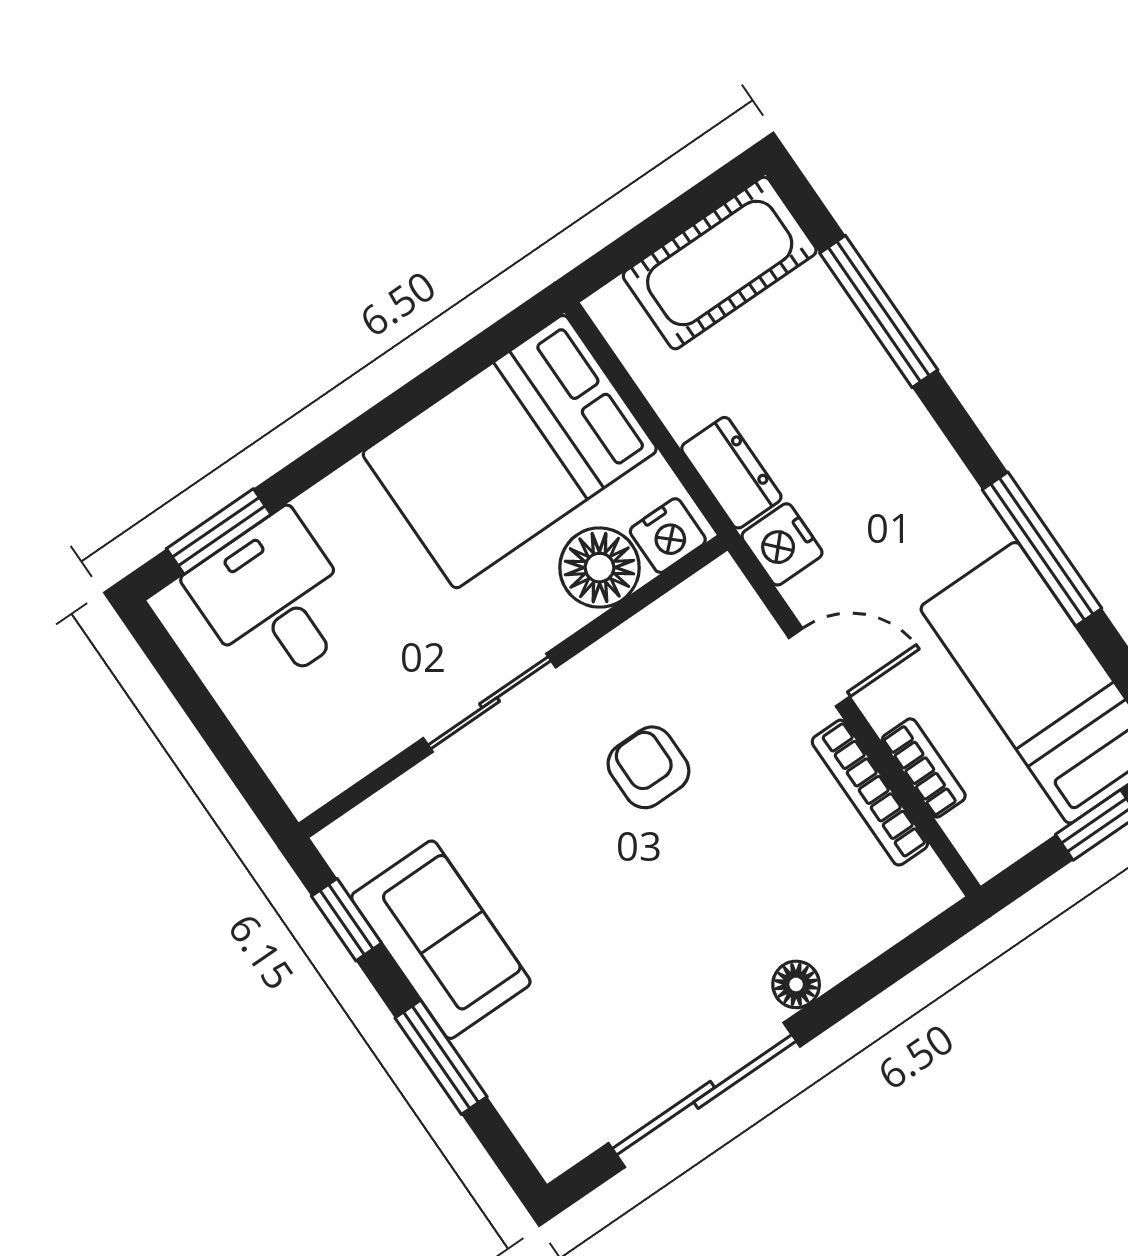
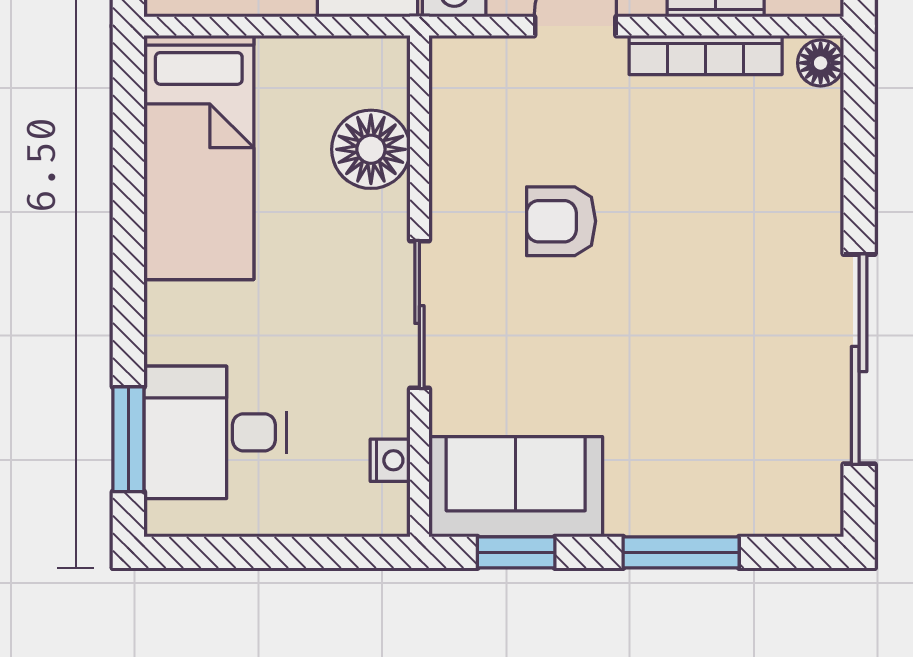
bed: (510, 452) -> (199, 157), width x0.67
nightstand: (668, 536) -> (390, 460), moved, width x0.72, depth x0.74
sofa: (441, 940) -> (516, 487), moved
floor lamp: (796, 984) -> (821, 63), moved

